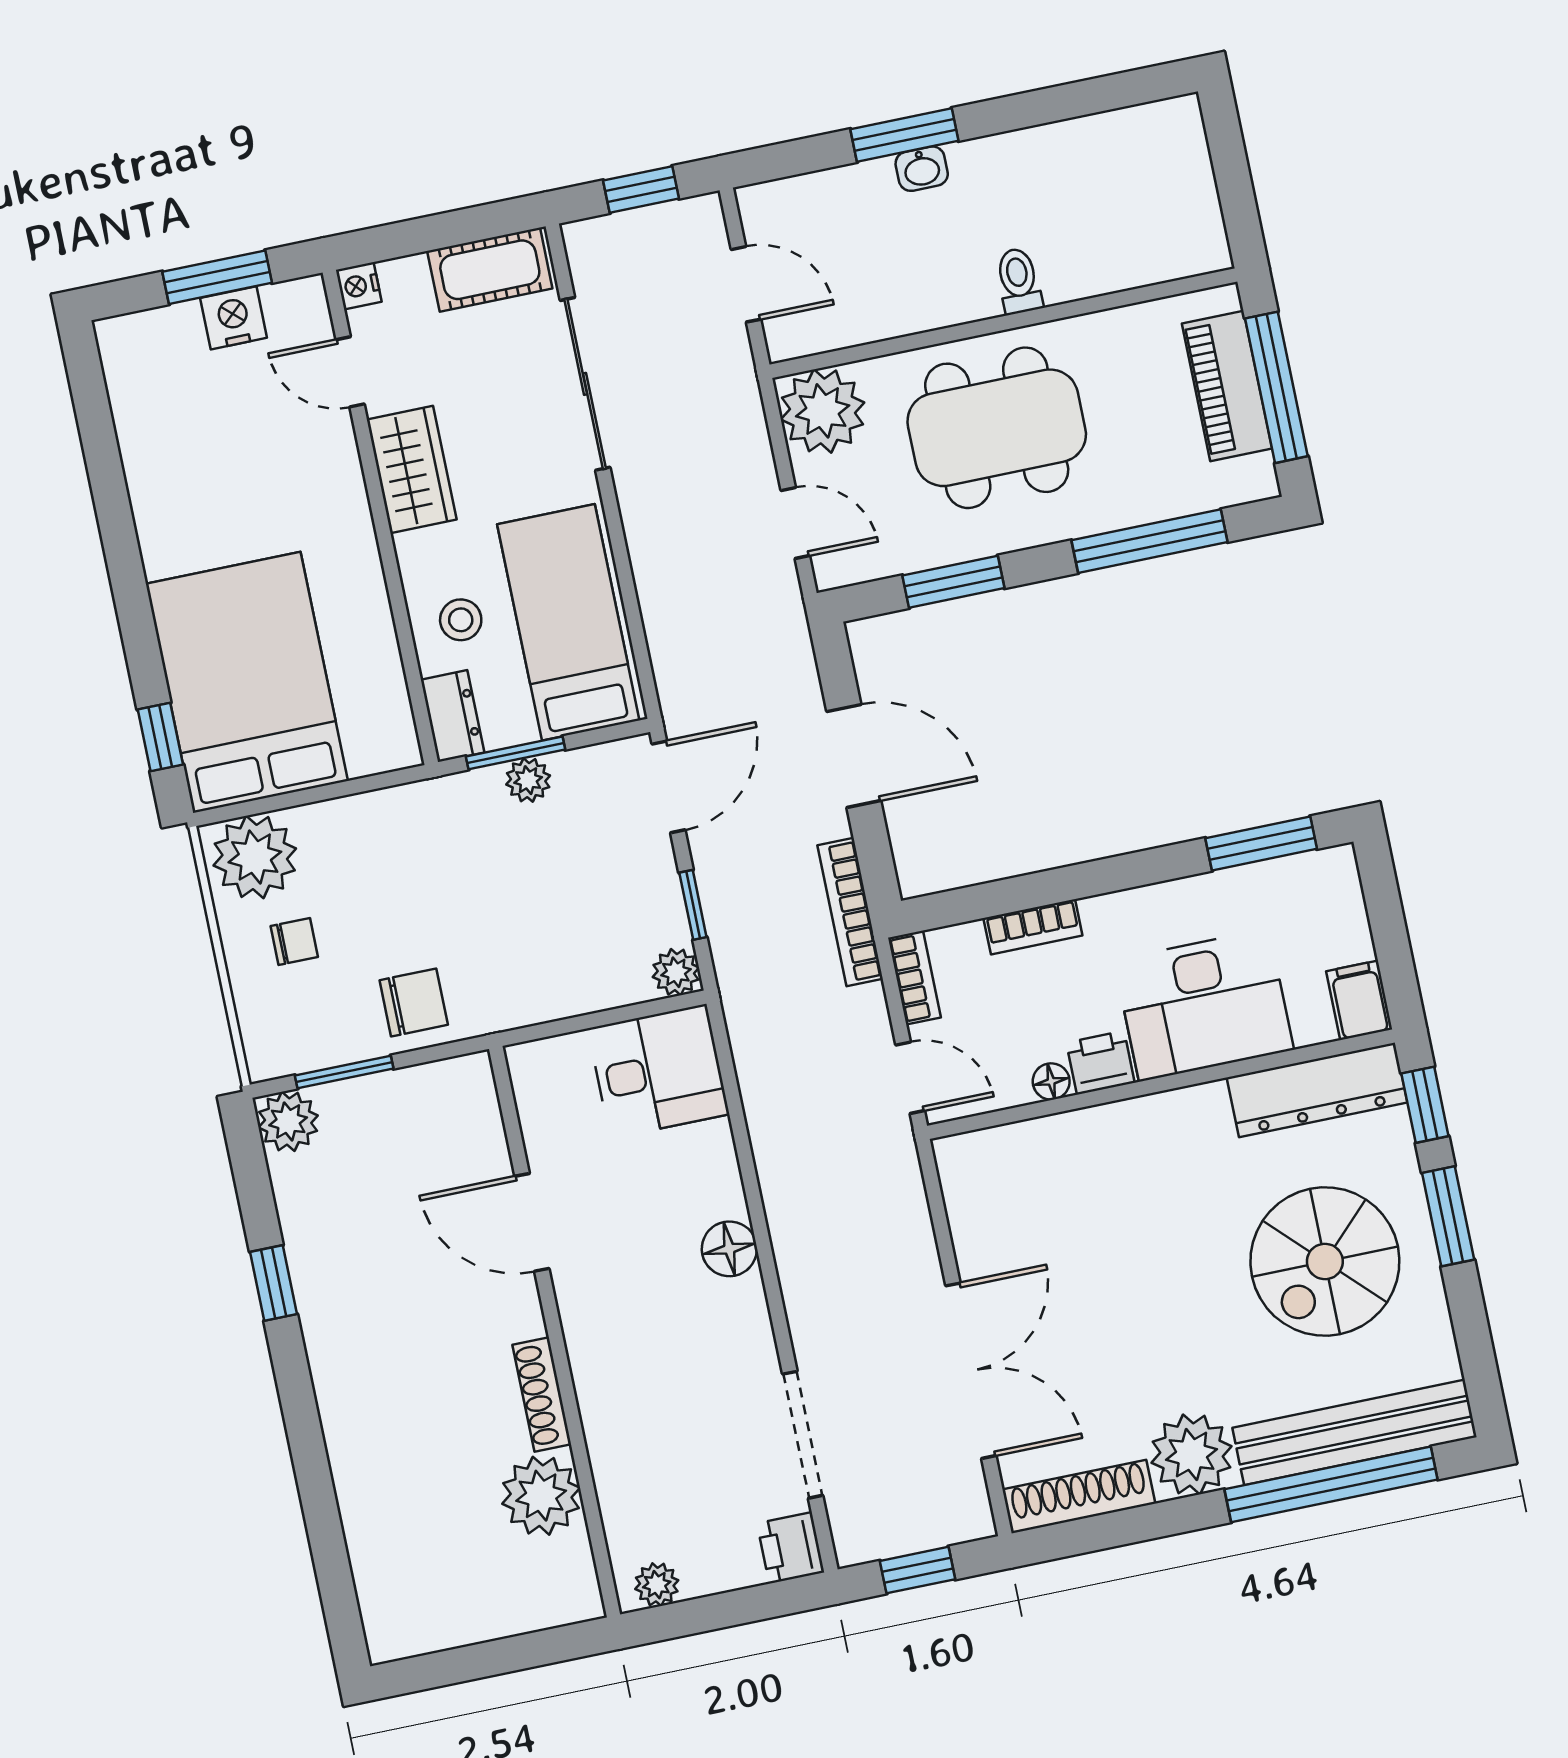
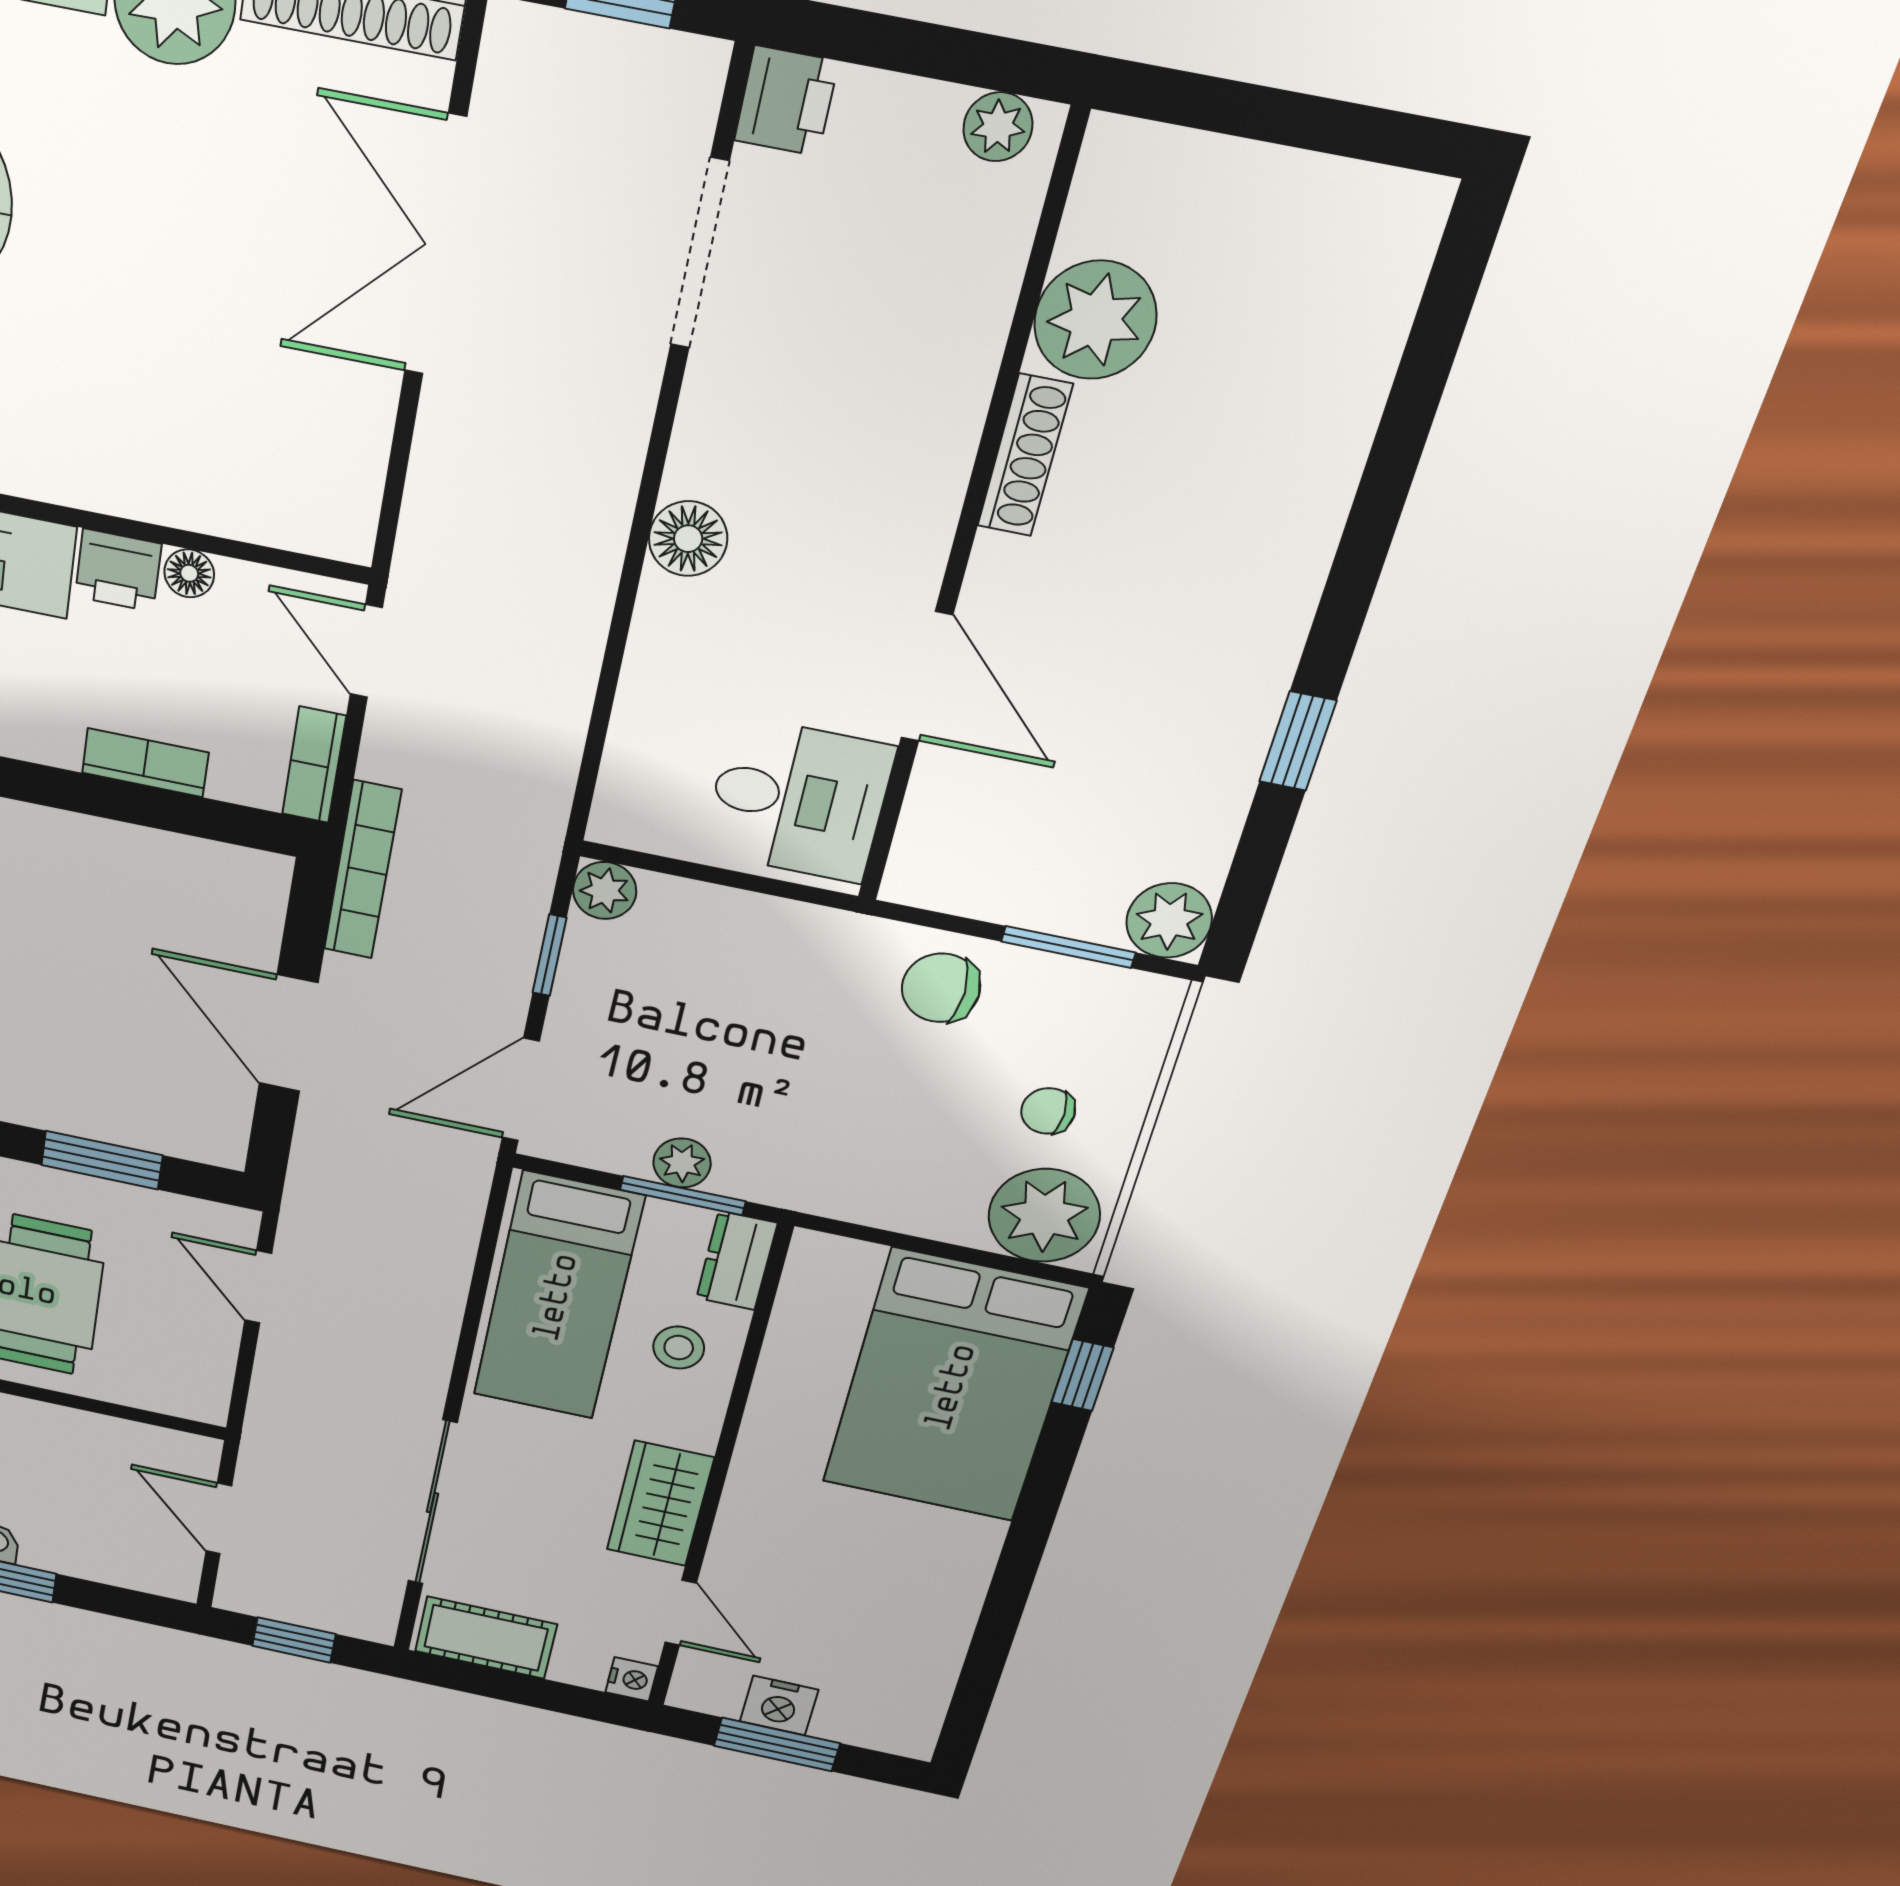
plant: (823, 411) -> (184, 1377), removed
desk: (658, 1071) -> (798, 800), moved, turned 180

